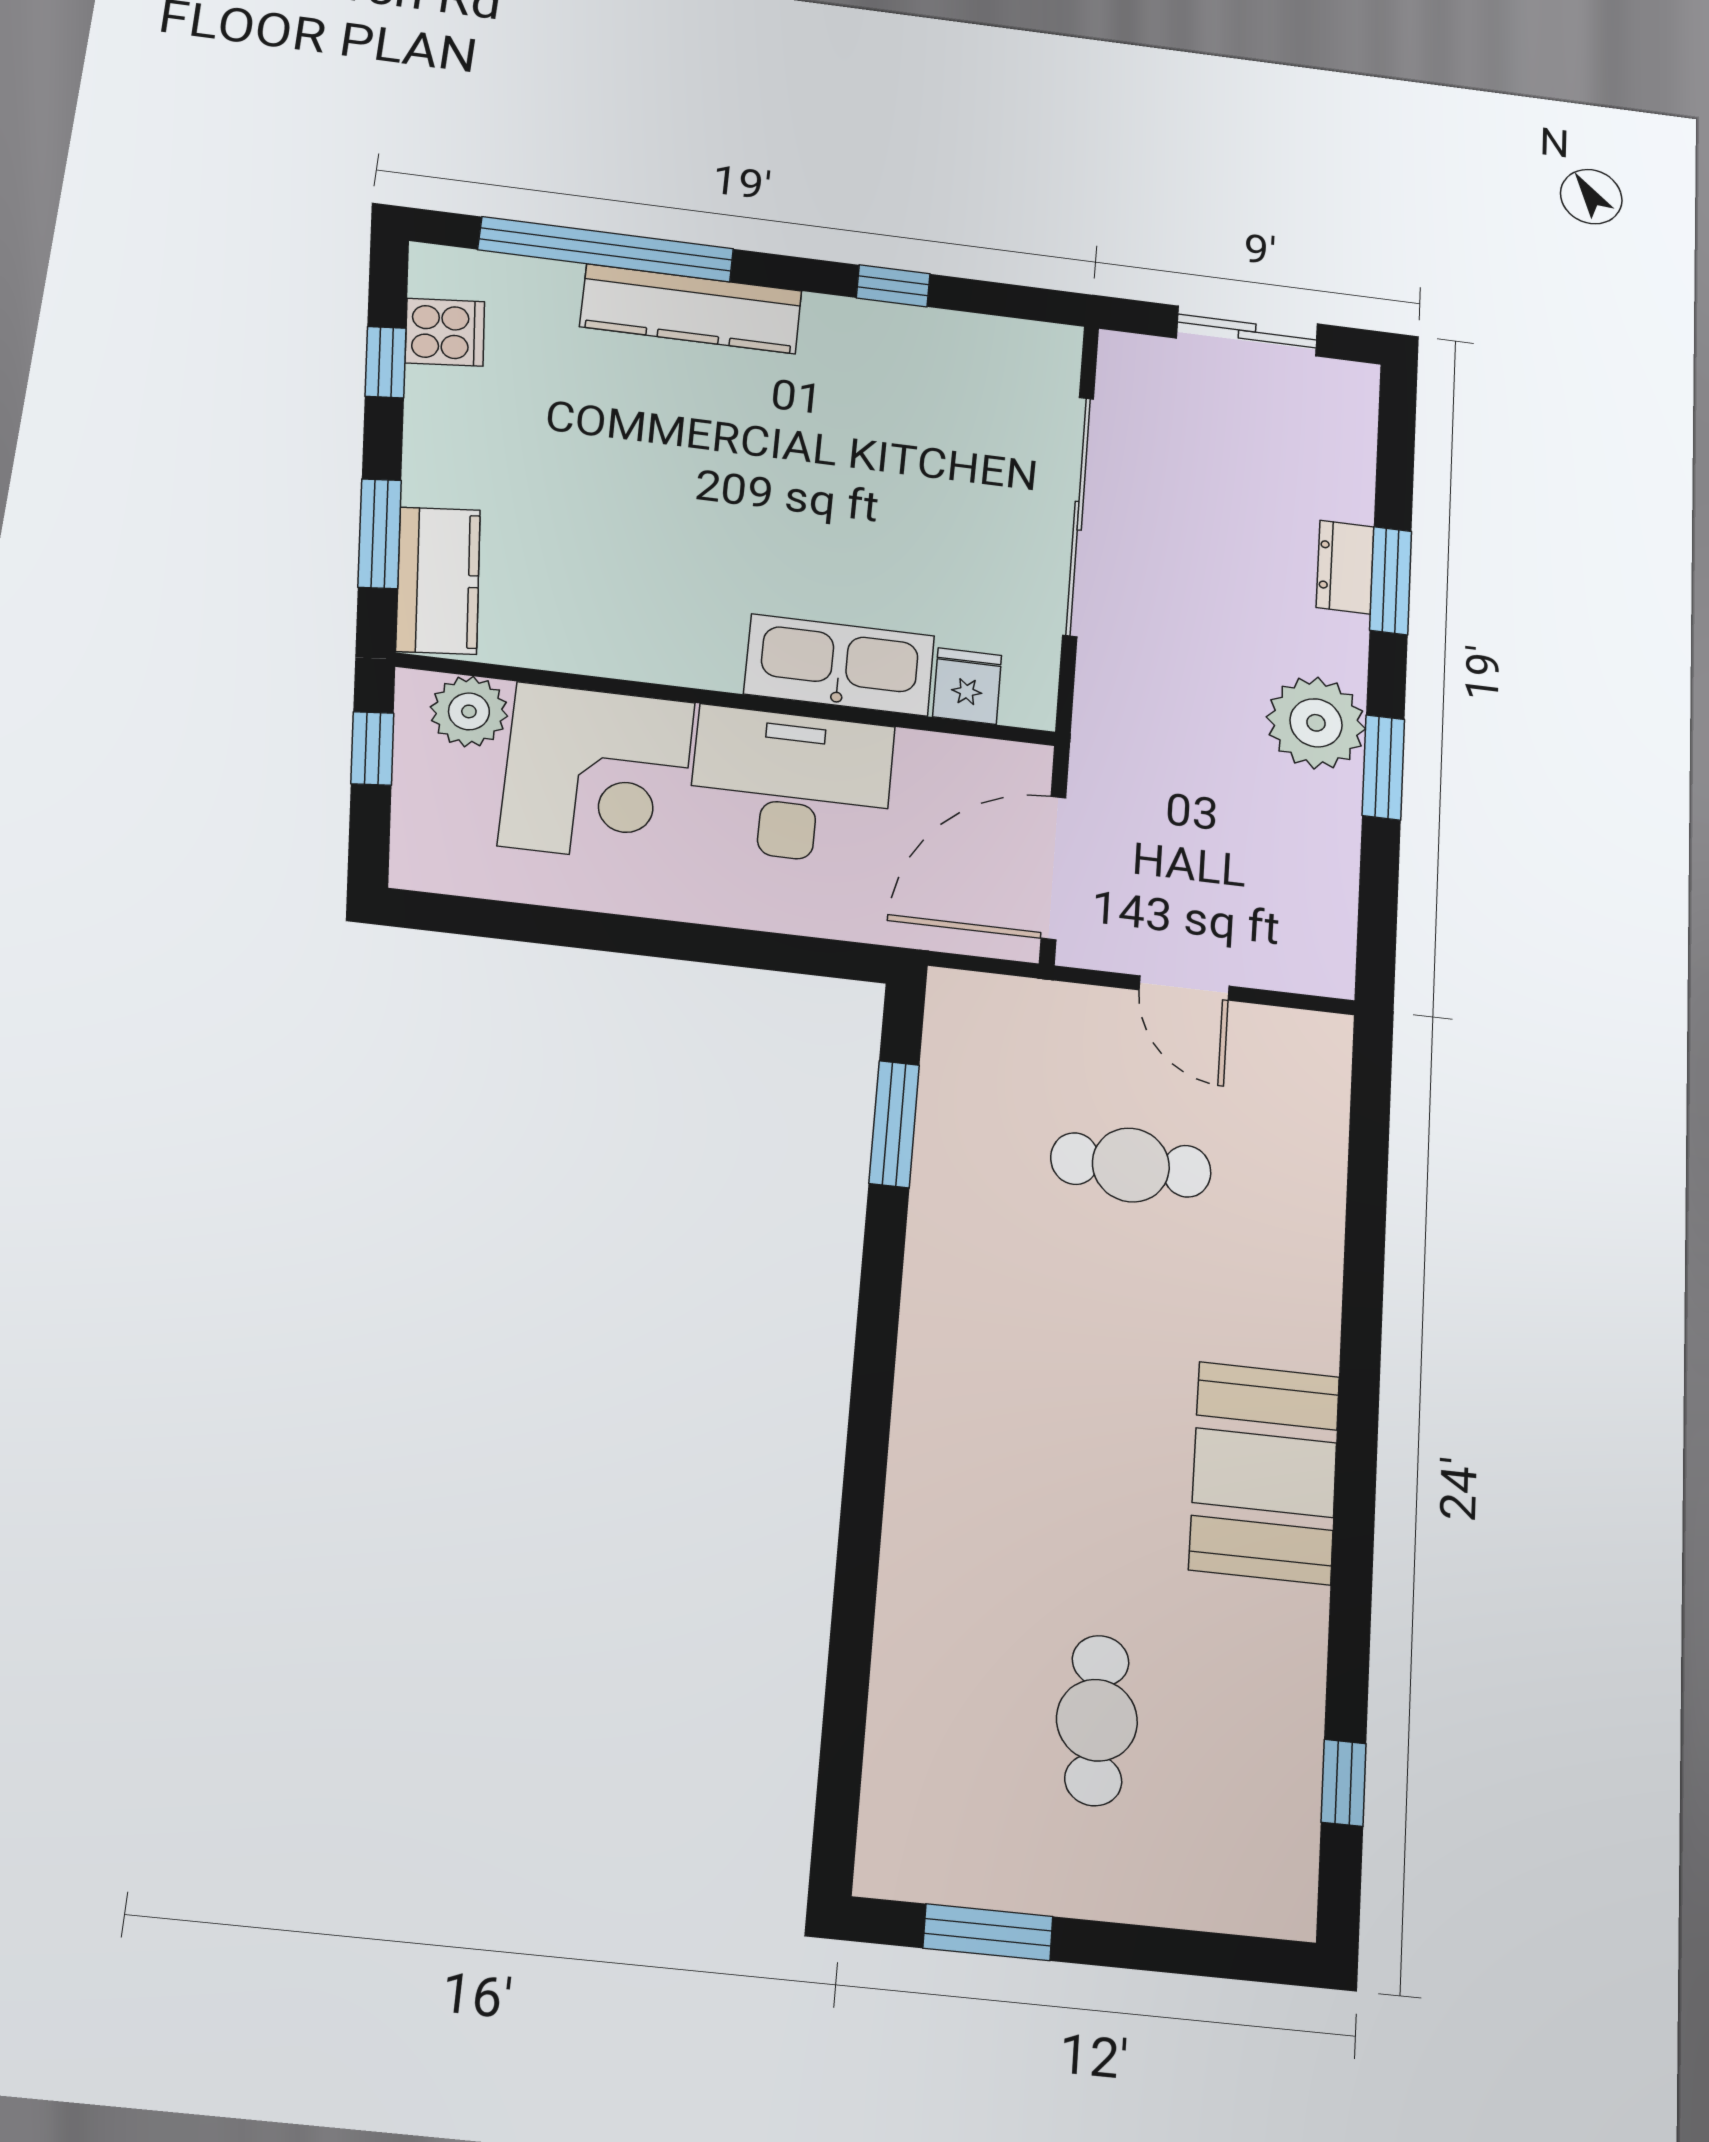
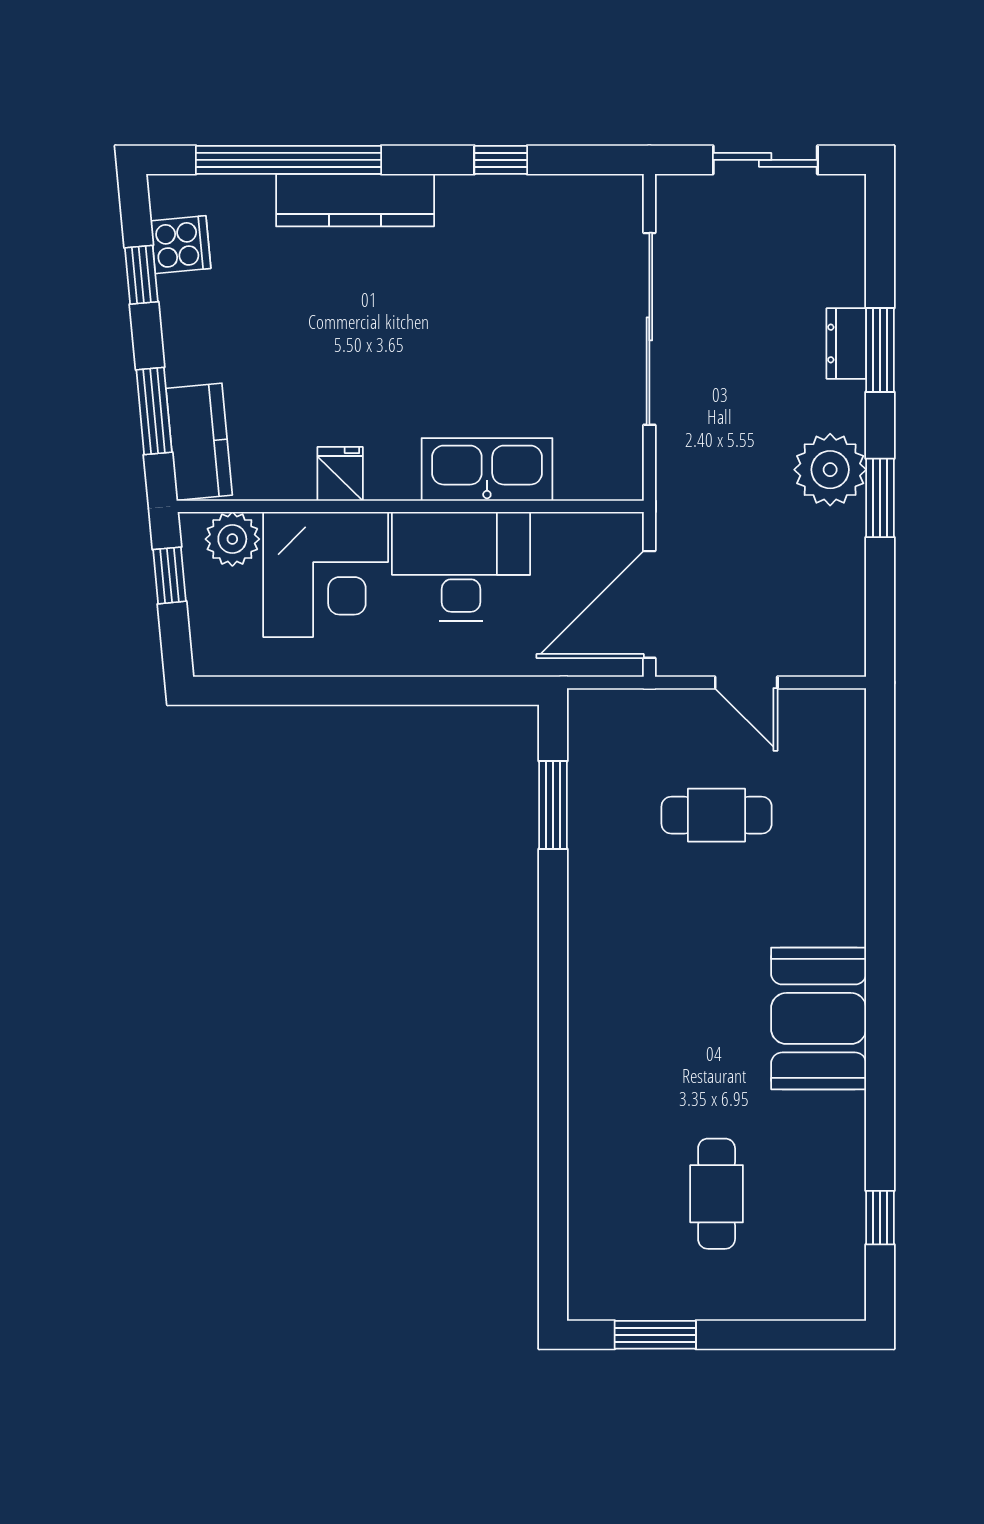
fridge: (967, 686) -> (340, 474), moved

